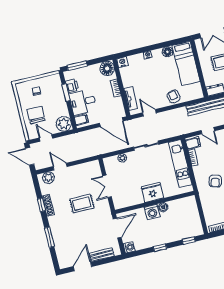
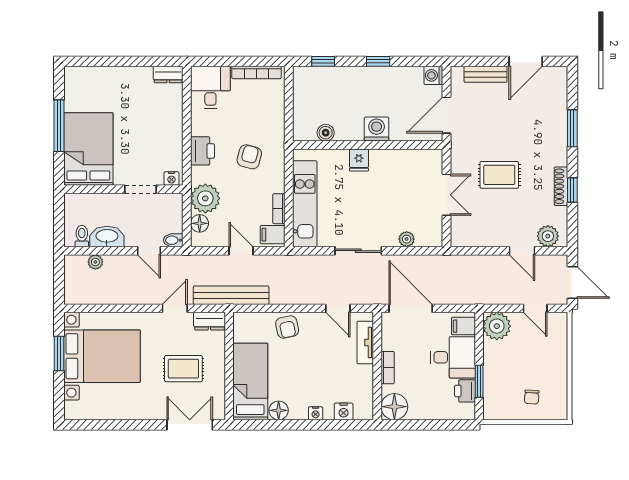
nightstand: (122, 62) -> (344, 411), moved
window: (77, 66) -> (447, 425), removed
chair: (36, 115) -> (543, 354), removed
fridge: (152, 192) -> (359, 160), width x0.53, depth x0.75
boiler: (163, 207) -> (326, 133), moved

